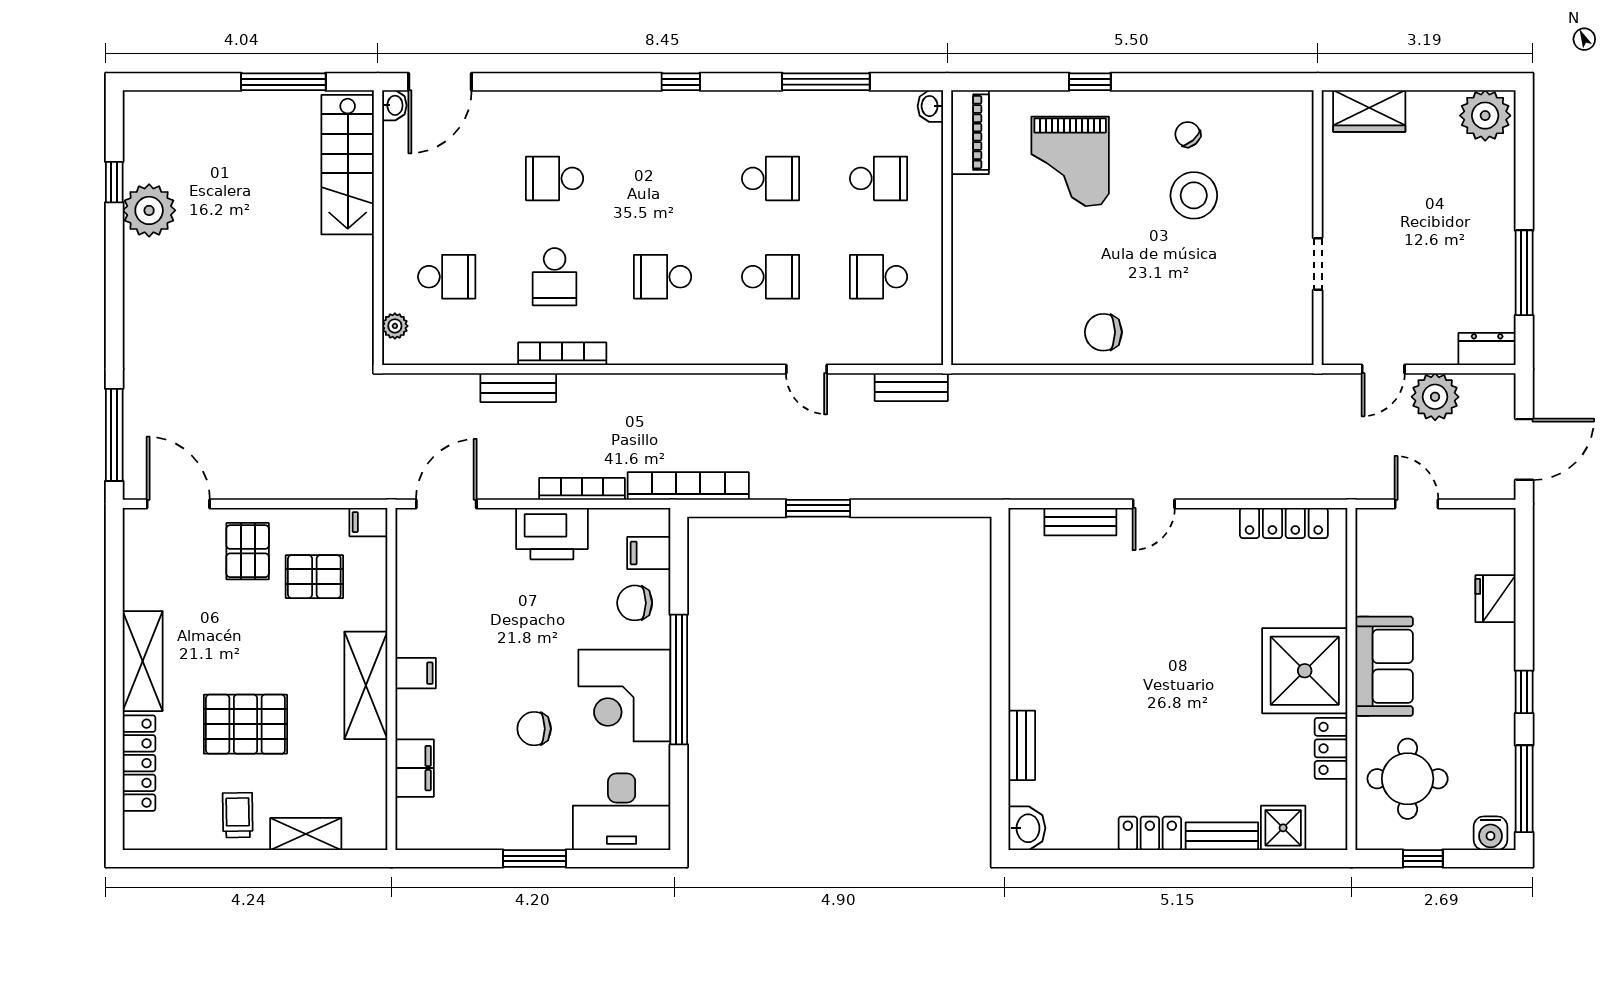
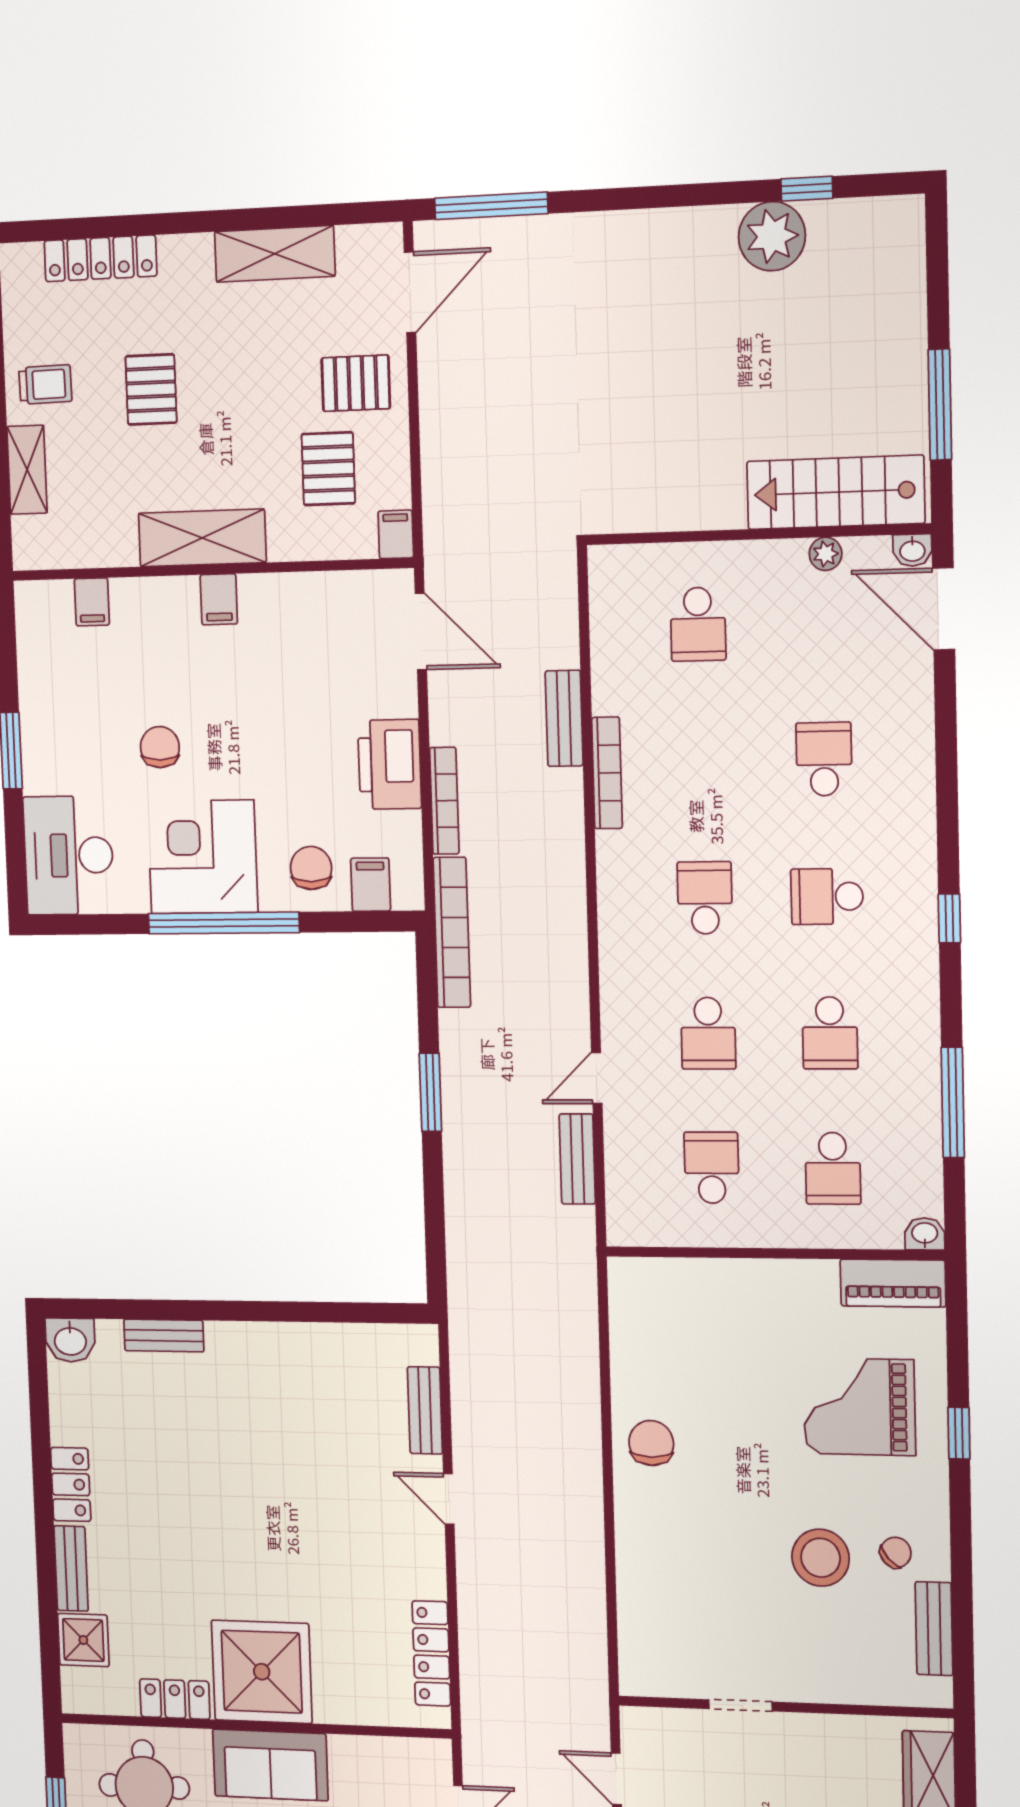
bench: (1249, 105) -> (934, 1629), added
school desk: (555, 277) -> (827, 897), moved
plant: (395, 326) -> (826, 554), moved
bench: (911, 387) -> (577, 1159), moved
shelving: (143, 661) -> (275, 254), moved
pallet: (245, 724) -> (151, 389), width x0.67, depth x0.71
filing cabinet: (415, 768) -> (92, 602), width x0.50

